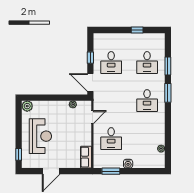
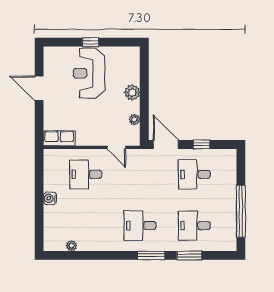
window: (137, 30) -> (241, 211), width x3.17
door: (90, 82) -> (166, 144), hinge flipped
plant: (27, 106) -> (132, 92), moved
reception desk: (40, 136) -> (89, 73), turned 90
window: (19, 154) -> (91, 42), moved
window: (111, 171) -> (39, 174), removed

